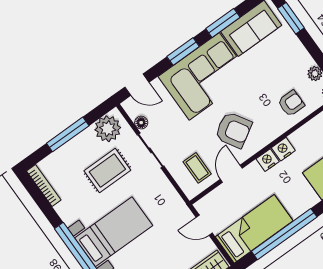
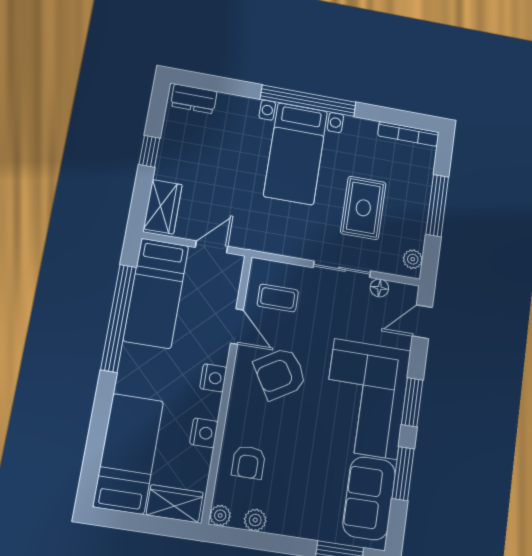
plant: (108, 129) -> (413, 259), width x0.53, depth x0.53
nightstand: (283, 149) -> (204, 433), moved

